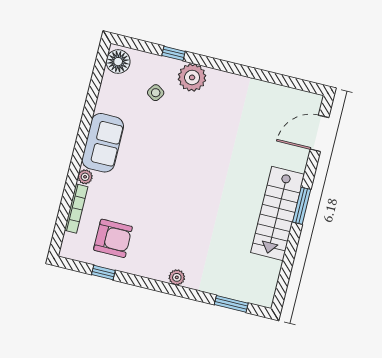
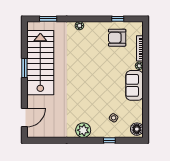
plant: (192, 77) -> (83, 130), moved
window: (302, 206) -> (24, 68), moved
stairs: (277, 213) -> (40, 63), width x1.36, depth x1.51

